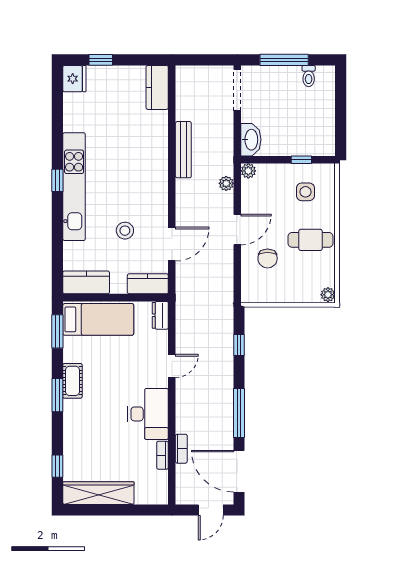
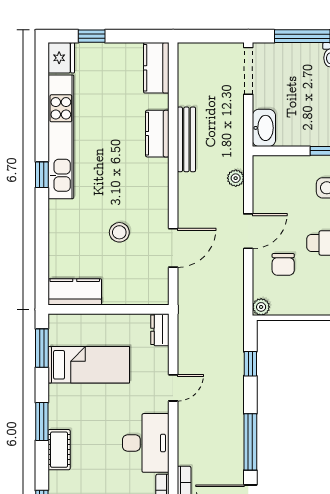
plant: (248, 171) -> (261, 307), moved
kitchen unit: (74, 187) -> (61, 137), moved
kitchen counter: (148, 284) -> (157, 134), moved, turned -90
bed: (98, 319) -> (89, 365), moved
cot: (72, 381) -> (59, 450), moved

